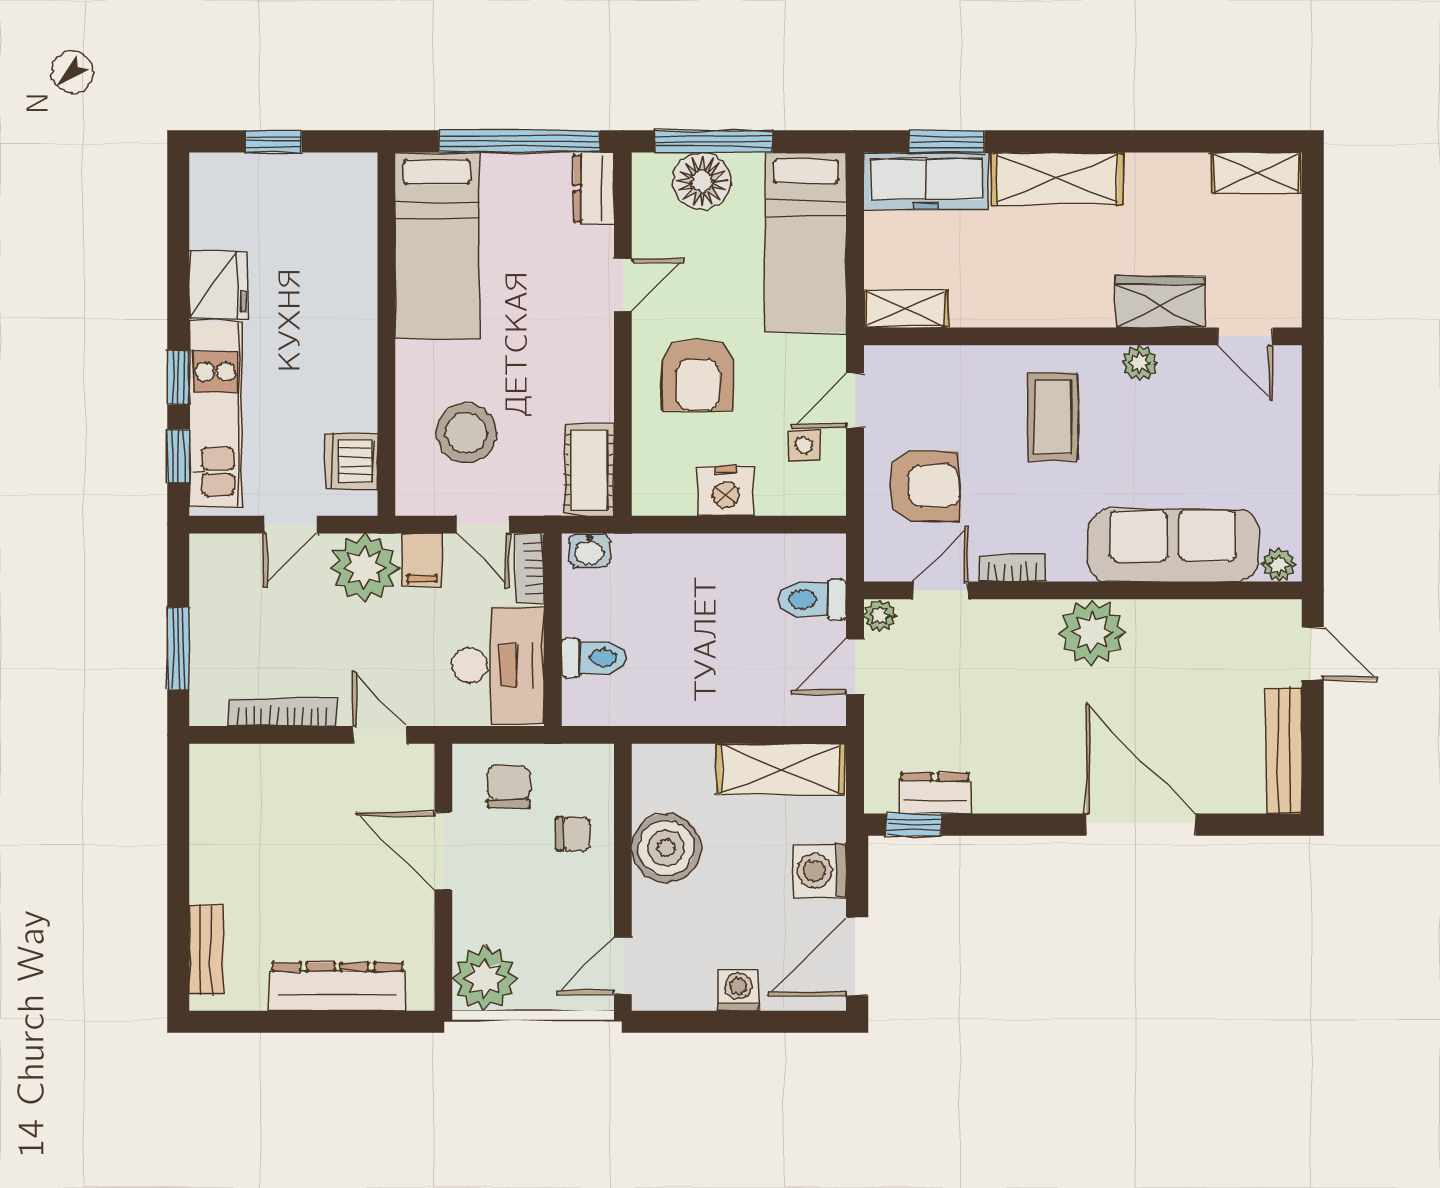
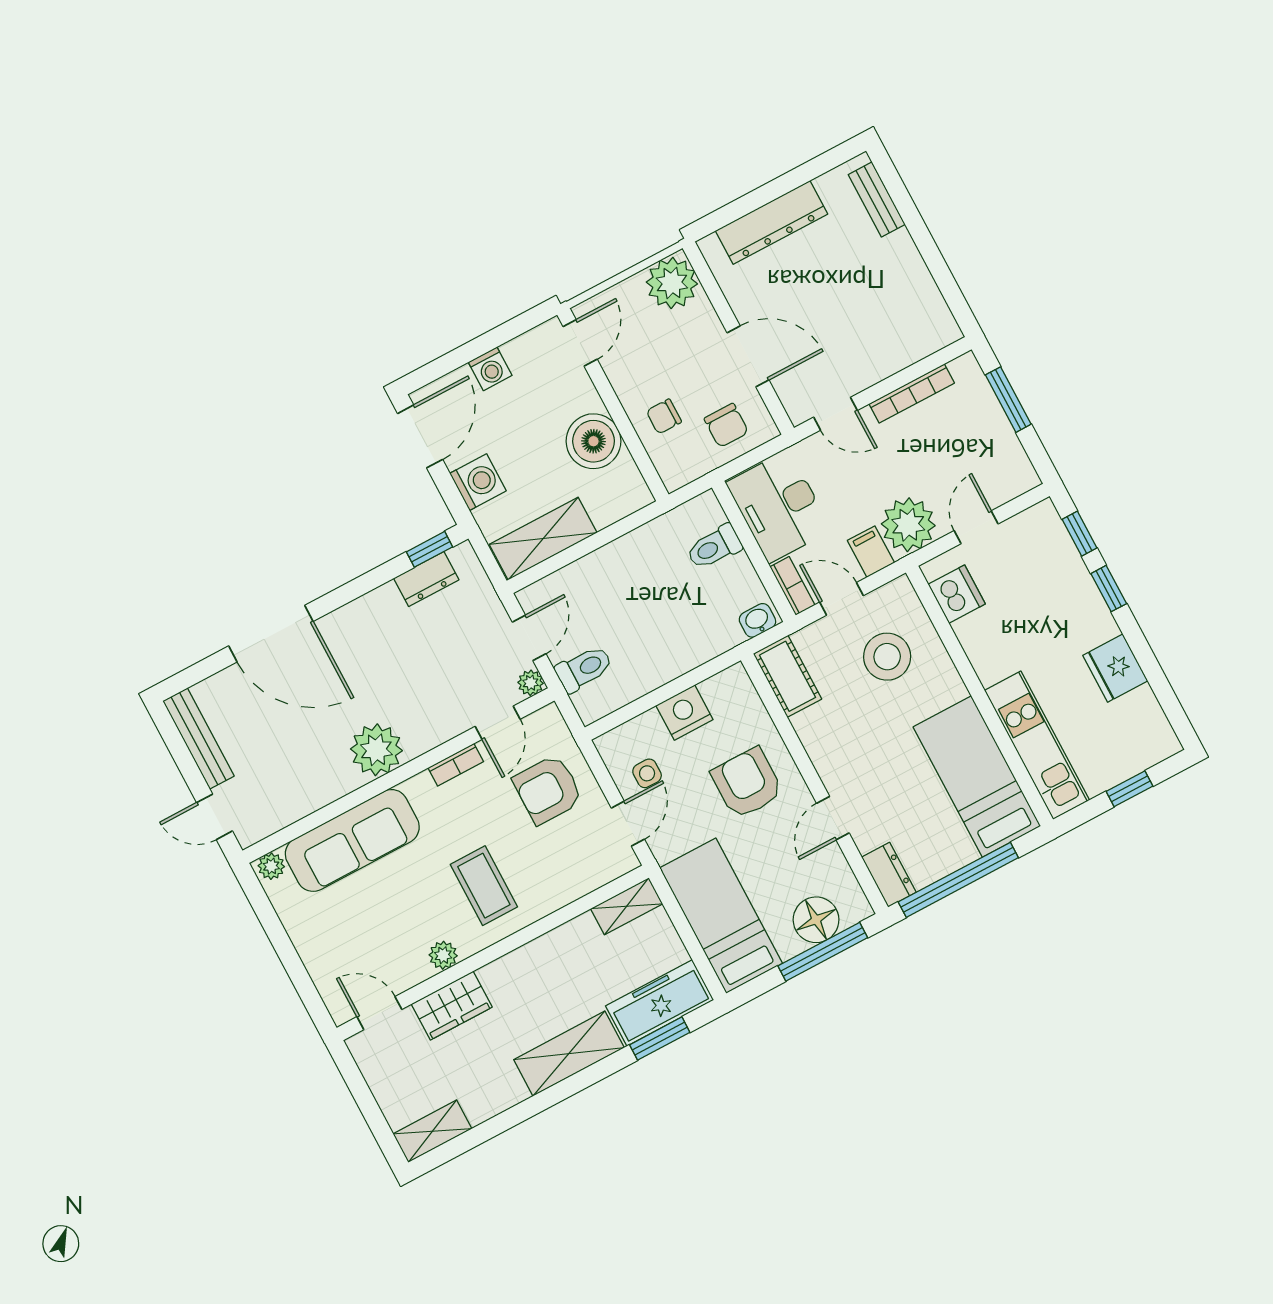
kitchen unit: (215, 414) -> (1037, 745), moved, turned 180

